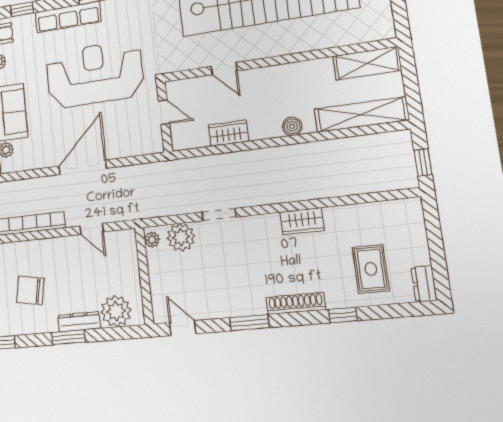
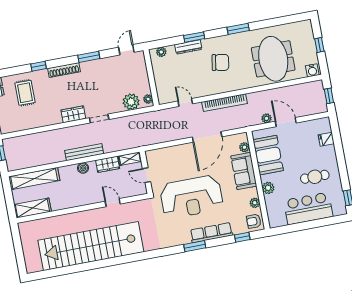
boiler: (292, 126) -> (83, 168), moved
shelving: (190, 141) -> (130, 159), added
bench: (268, 156) -> (84, 152), added
door: (83, 167) -> (207, 137), moved
doorway: (219, 215) -> (99, 119), moved
wardrobe: (302, 221) -> (73, 114), moved
plant: (116, 311) -> (161, 52), width x0.53, depth x0.53
door: (183, 328) -> (126, 50), swing flipped

